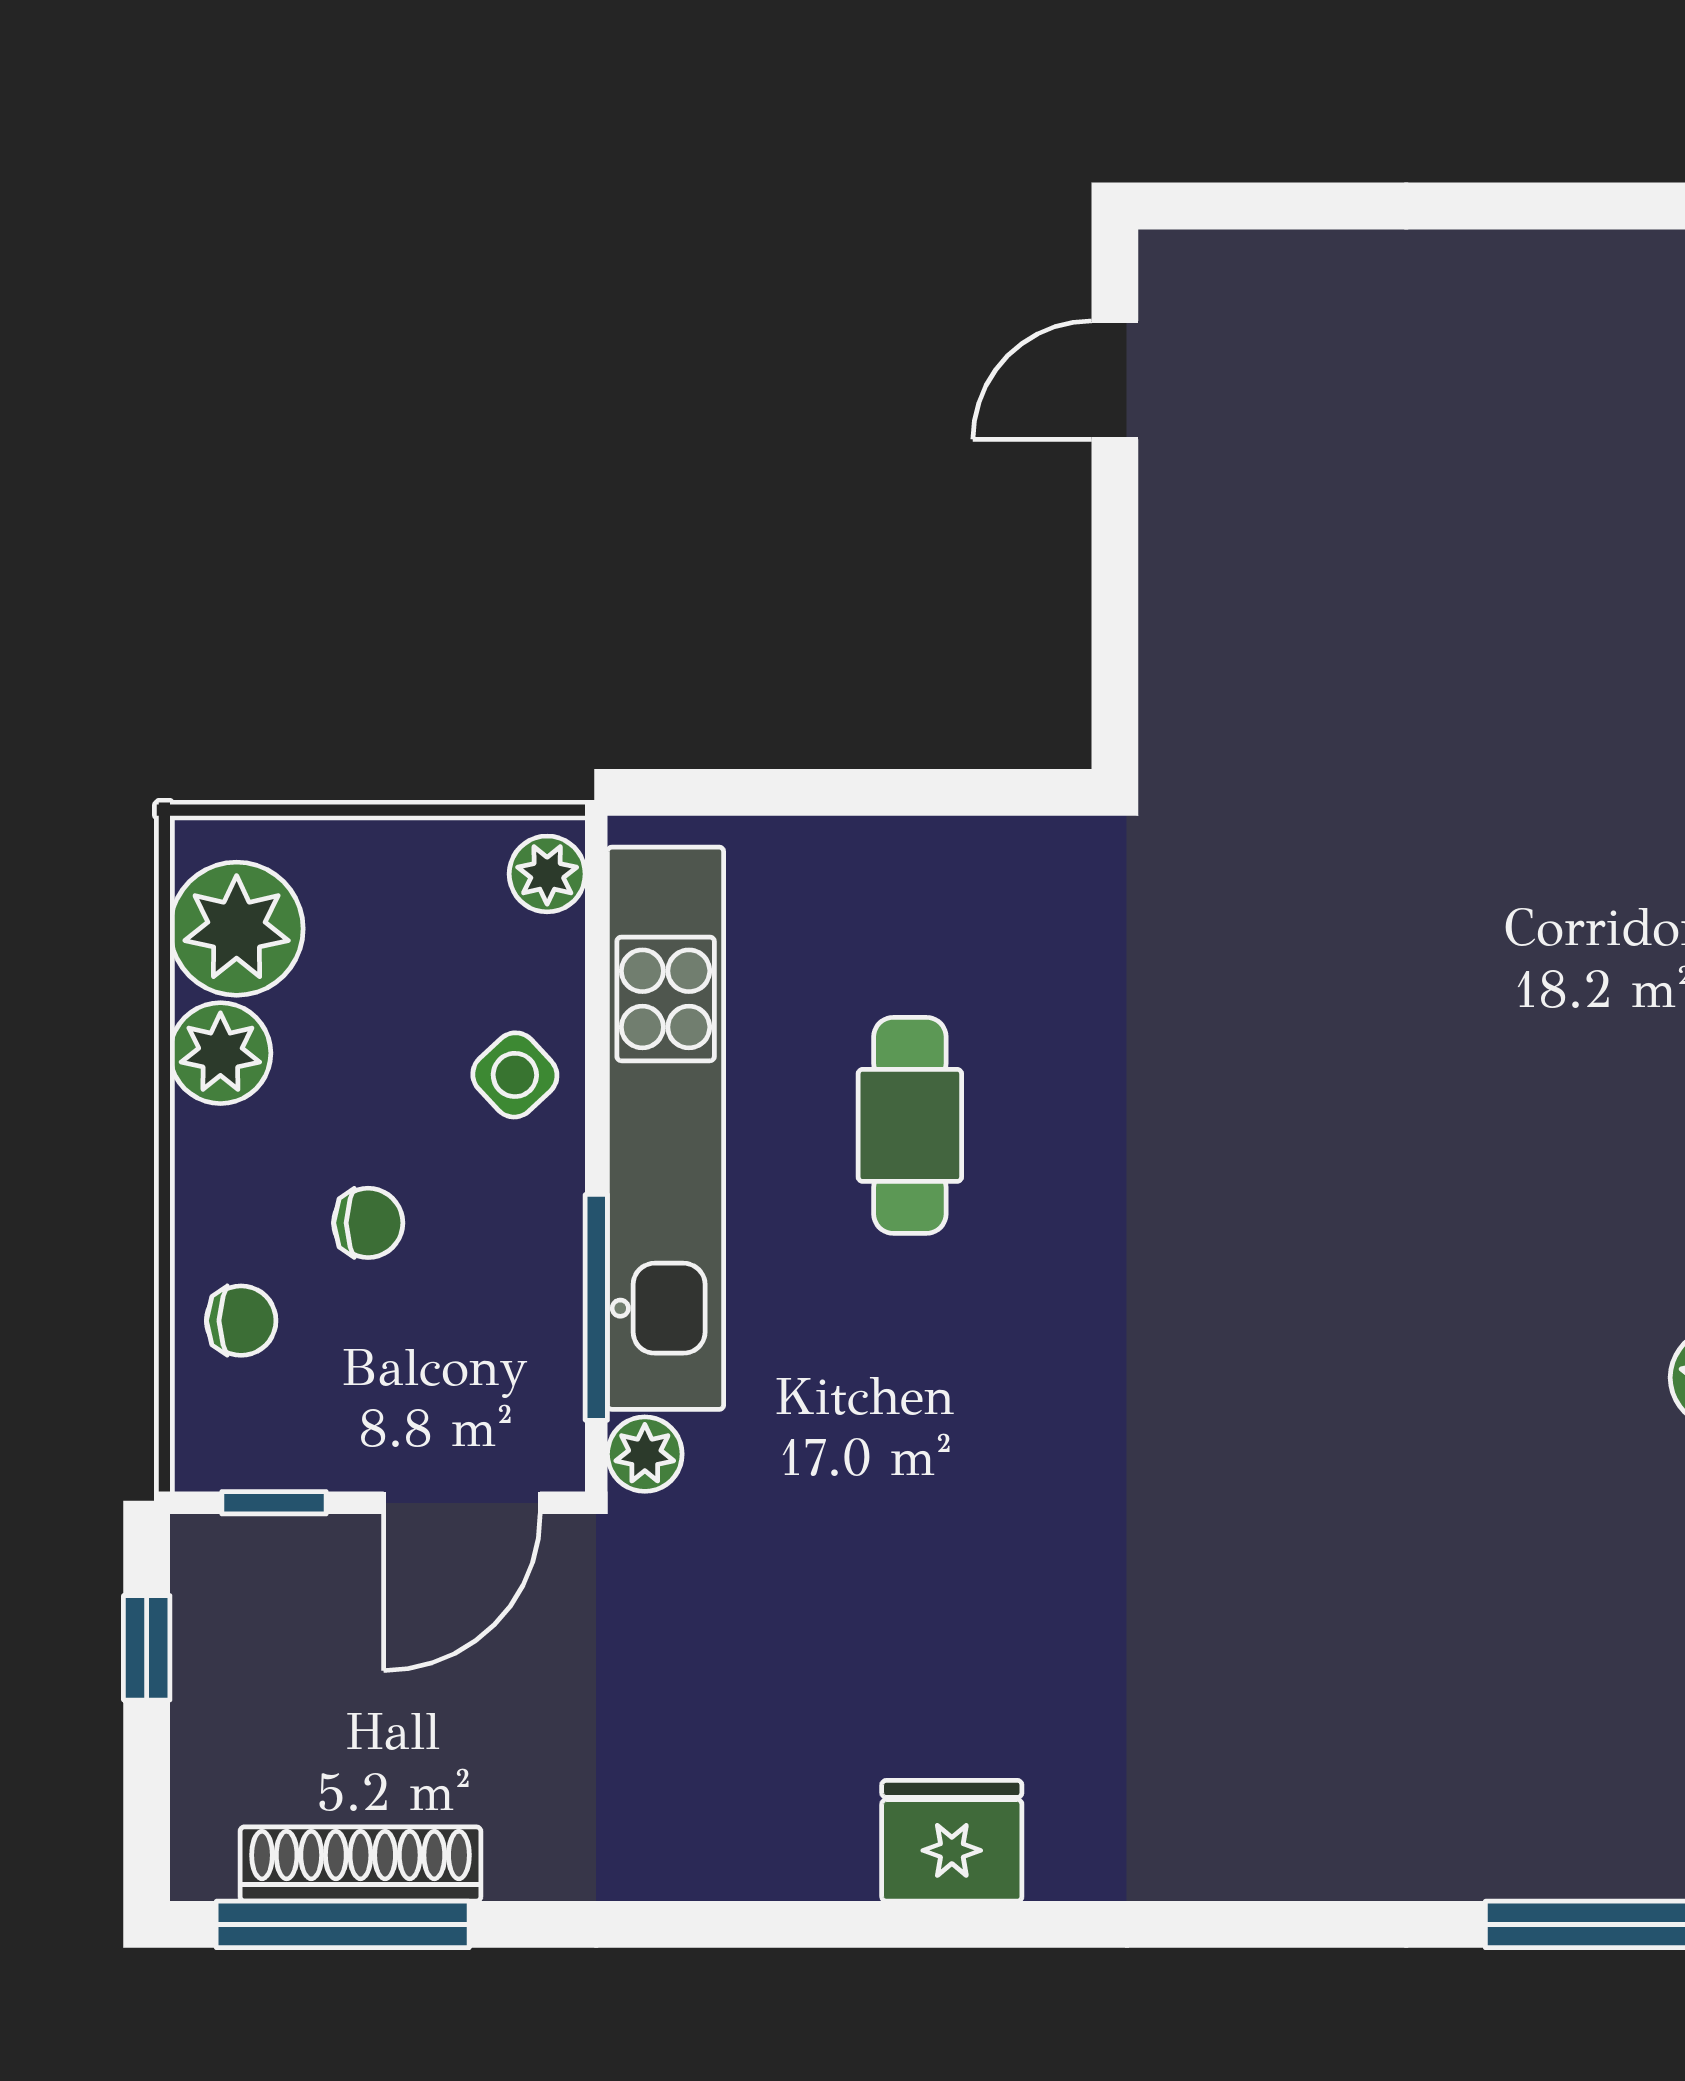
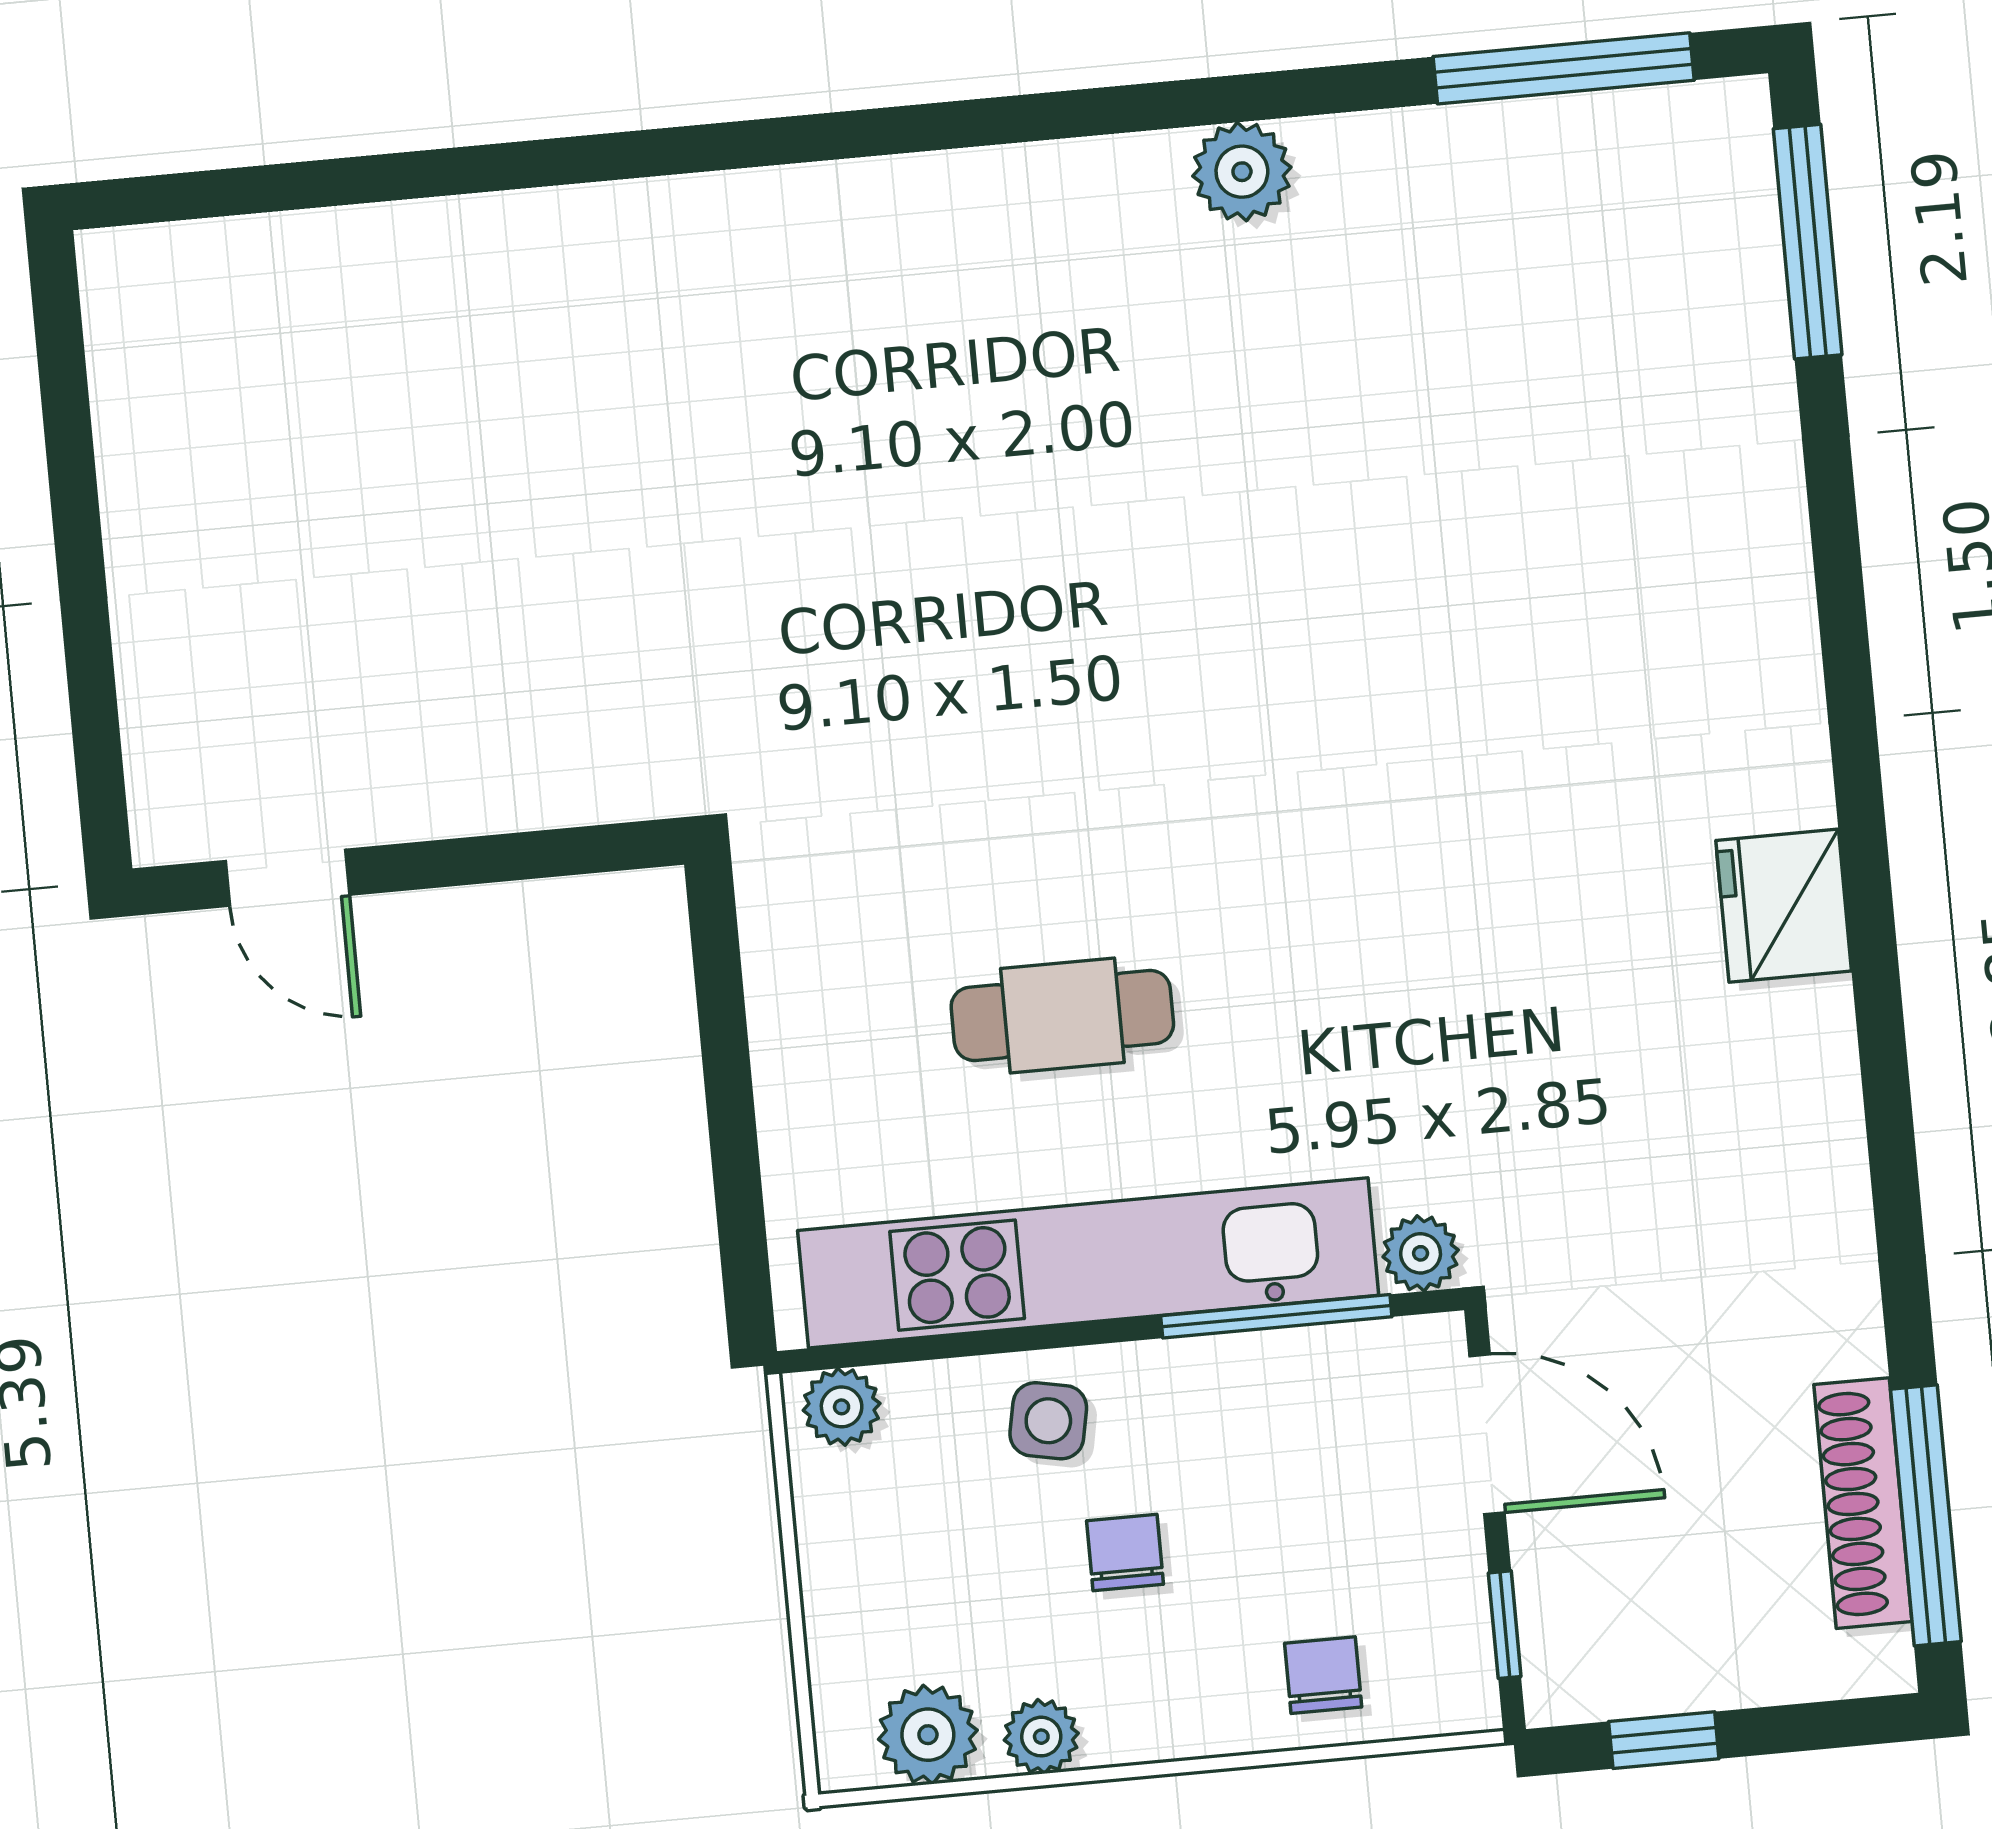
plant: (237, 929) -> (928, 1735), width x0.73, depth x0.73
plant: (220, 1053) -> (1041, 1737), width x0.73, depth x0.73
side table: (515, 1075) -> (1048, 1421), turned -36
chair: (368, 1223) -> (1125, 1553), moved

